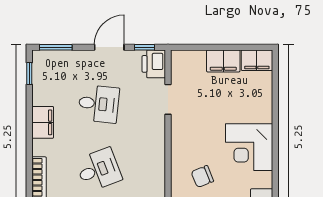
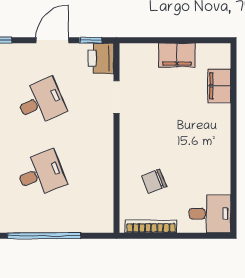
filing cabinet: (257, 60) -> (219, 86), moved, turned 90
desk: (99, 104) -> (41, 102), turned -30
corner desk: (249, 147) -> (205, 149), removed

